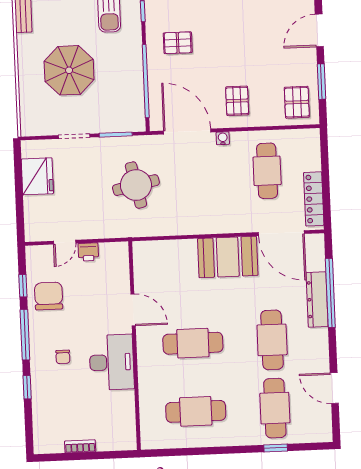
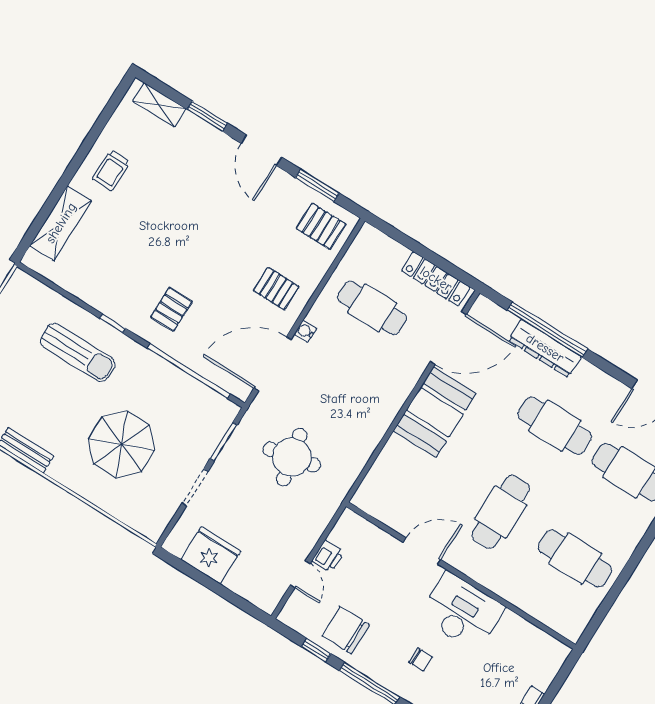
cafe table: (196, 411) -> (575, 559), turned 90

